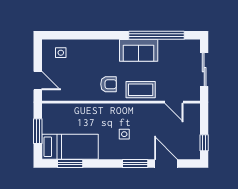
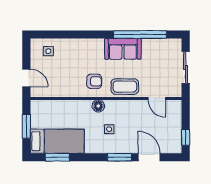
floor lamp: (113, 110) -> (98, 106), added

